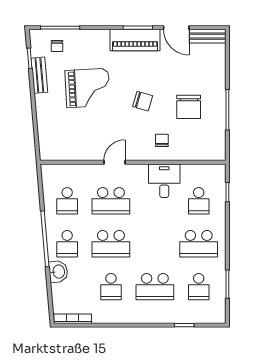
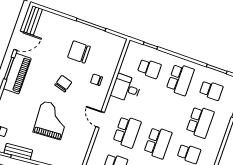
grand piano: (88, 88) -> (51, 120), moved
chair: (189, 107) -> (79, 52), turned 180

